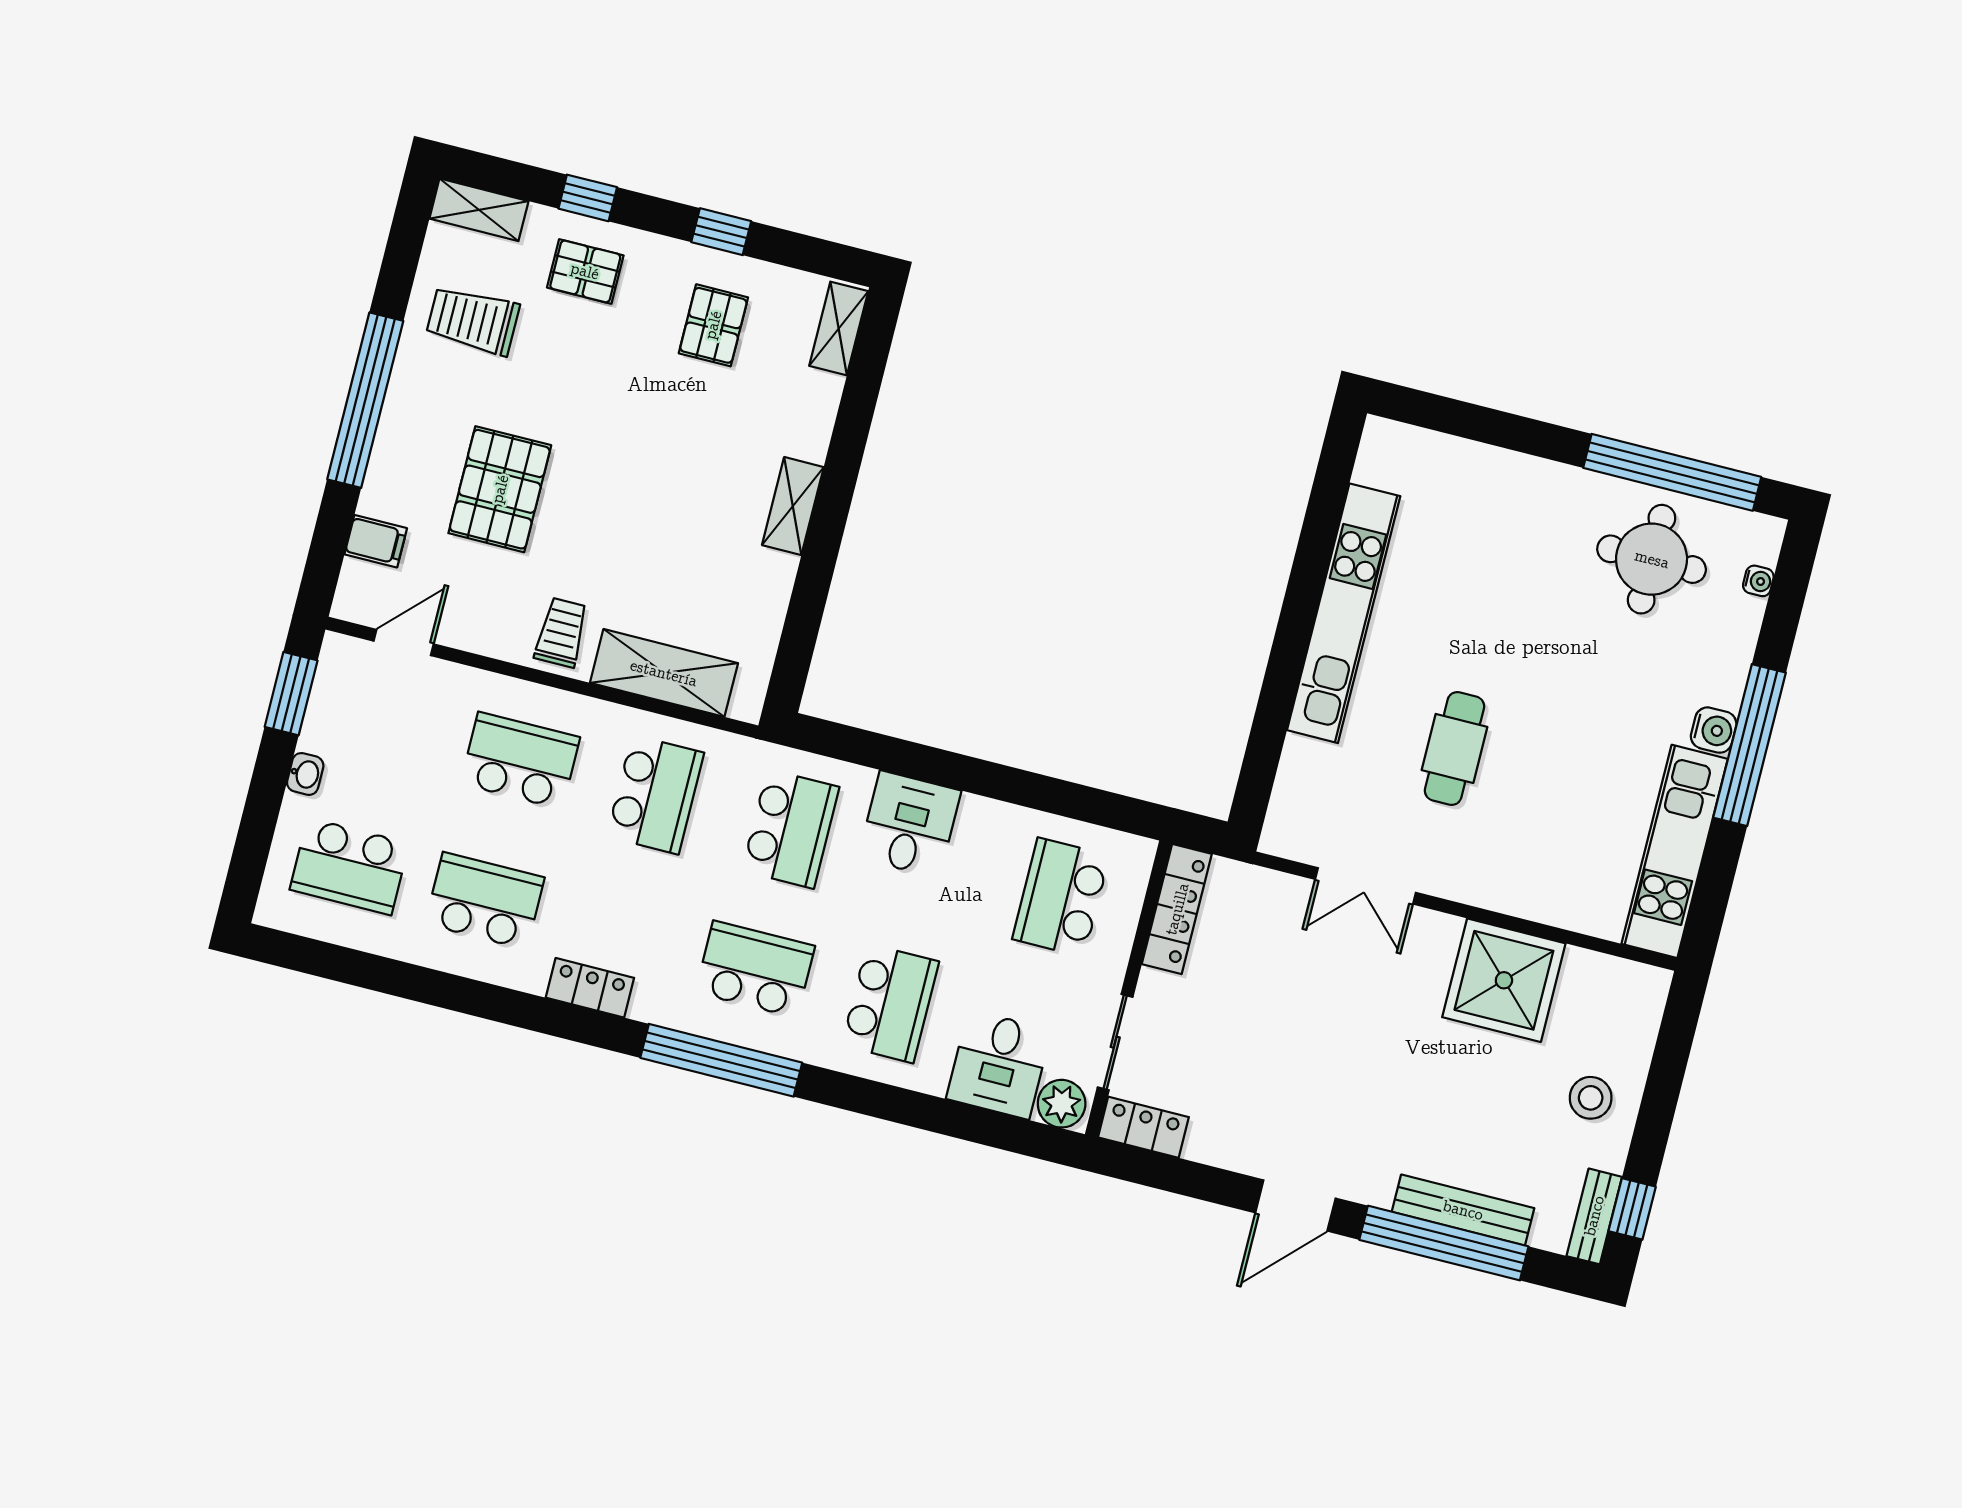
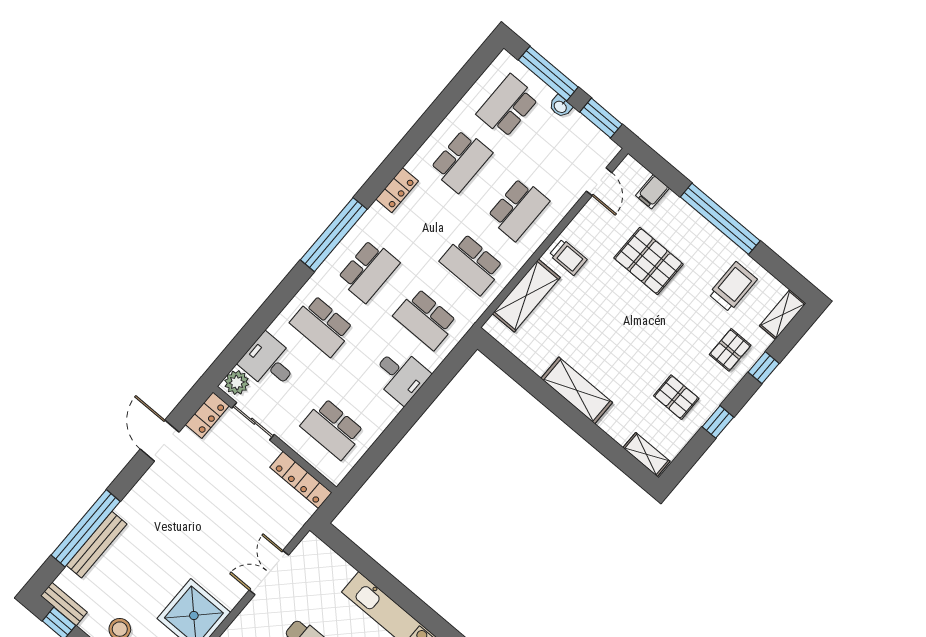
shelving: (793, 506) -> (577, 390), width x1.50, depth x1.33
window: (258, 823) -> (548, 74), added
school desk: (1061, 897) -> (332, 429), turned 180
door: (1295, 1206) -> (160, 441), moved

